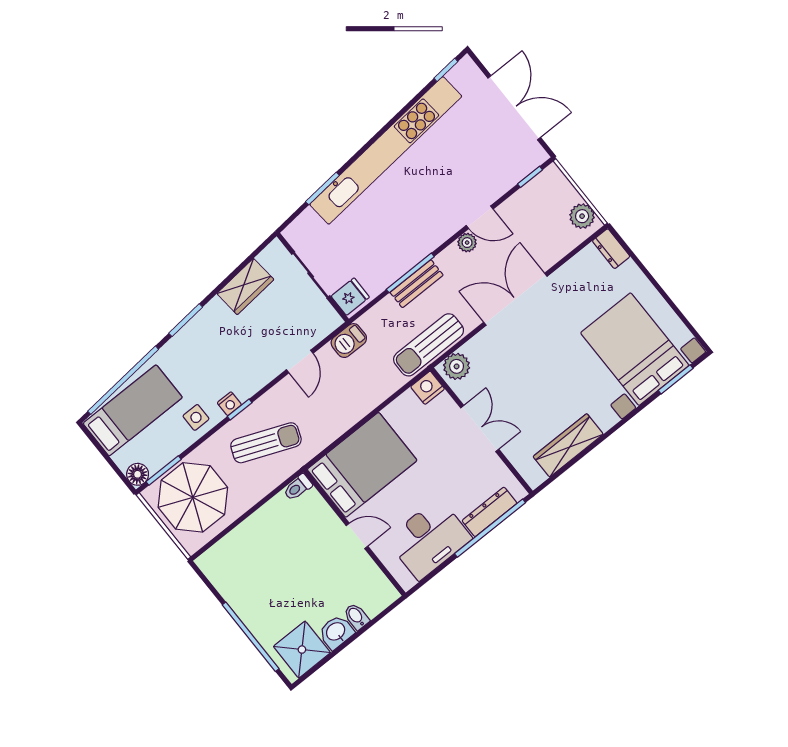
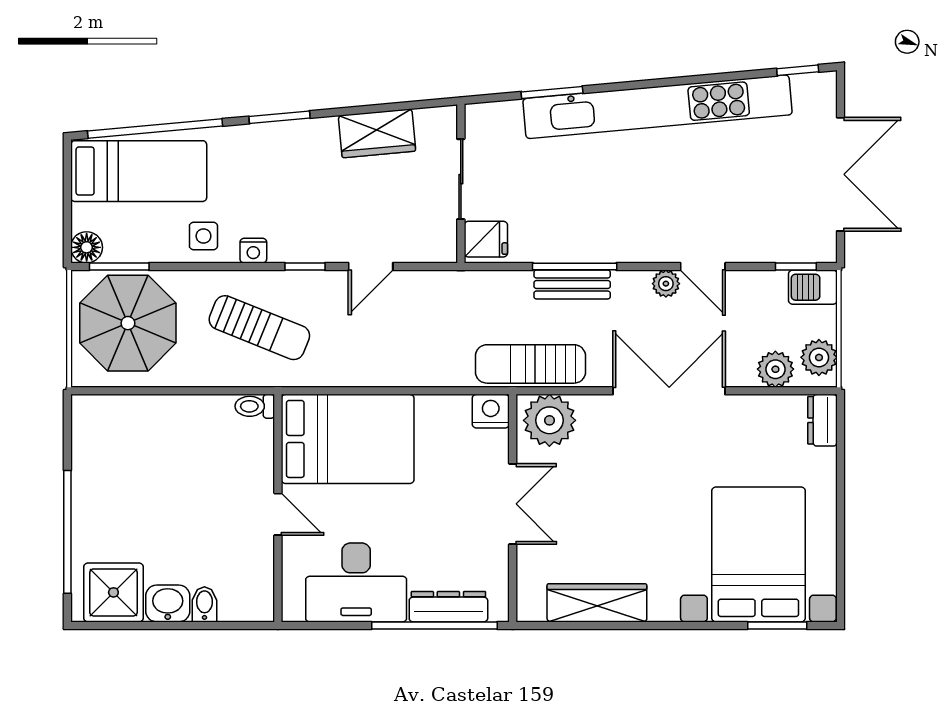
plant: (564, 241) -> (775, 369), added
barbecue: (349, 341) -> (813, 287), moved
plant: (457, 366) -> (549, 420), width x1.36, depth x1.36
window: (240, 410) -> (305, 267), moved

